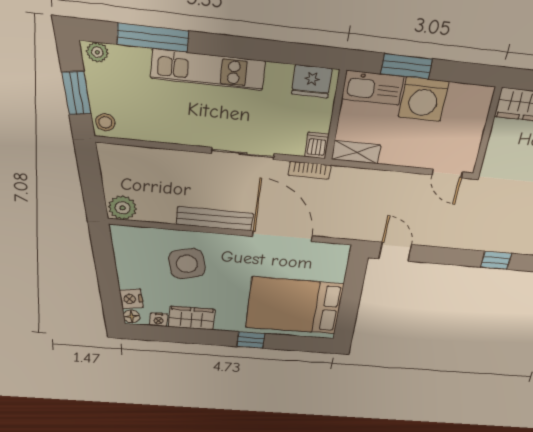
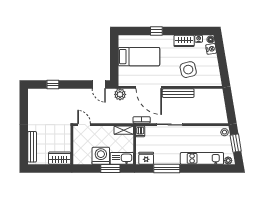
window: (153, 38) -> (167, 169), moved
kitchen unit: (208, 70) -> (202, 158), moved
plant: (123, 208) -> (120, 94), moved
bed: (294, 306) -> (139, 57), width x0.67

